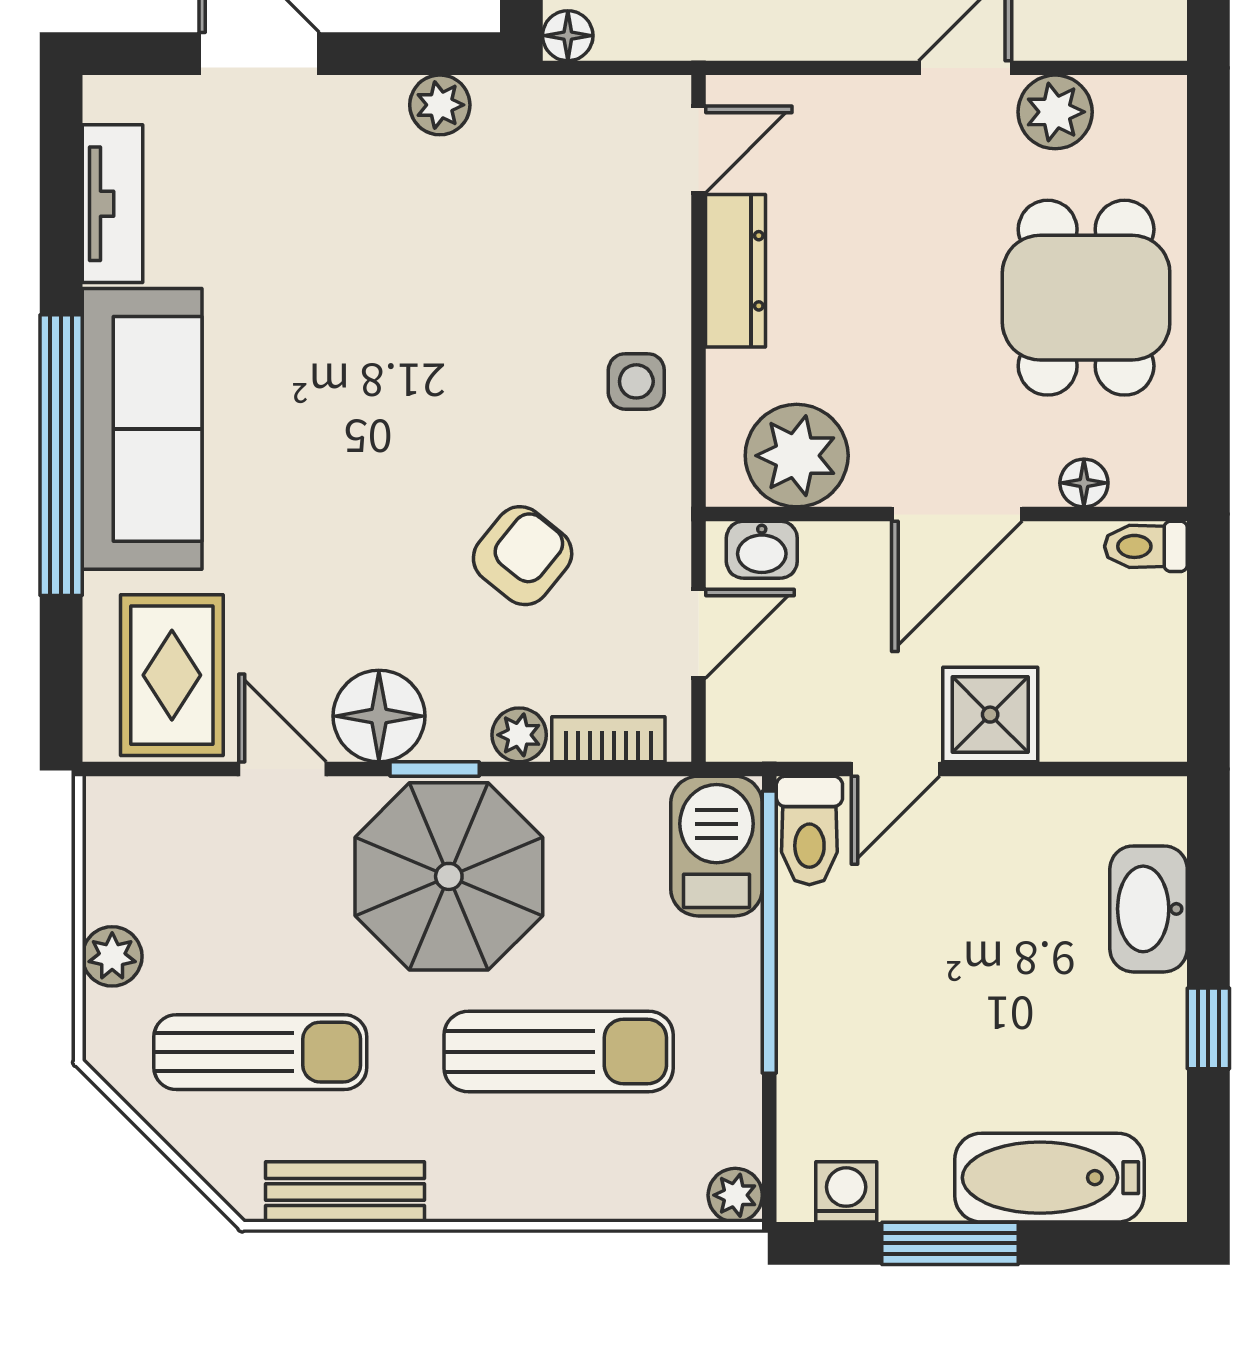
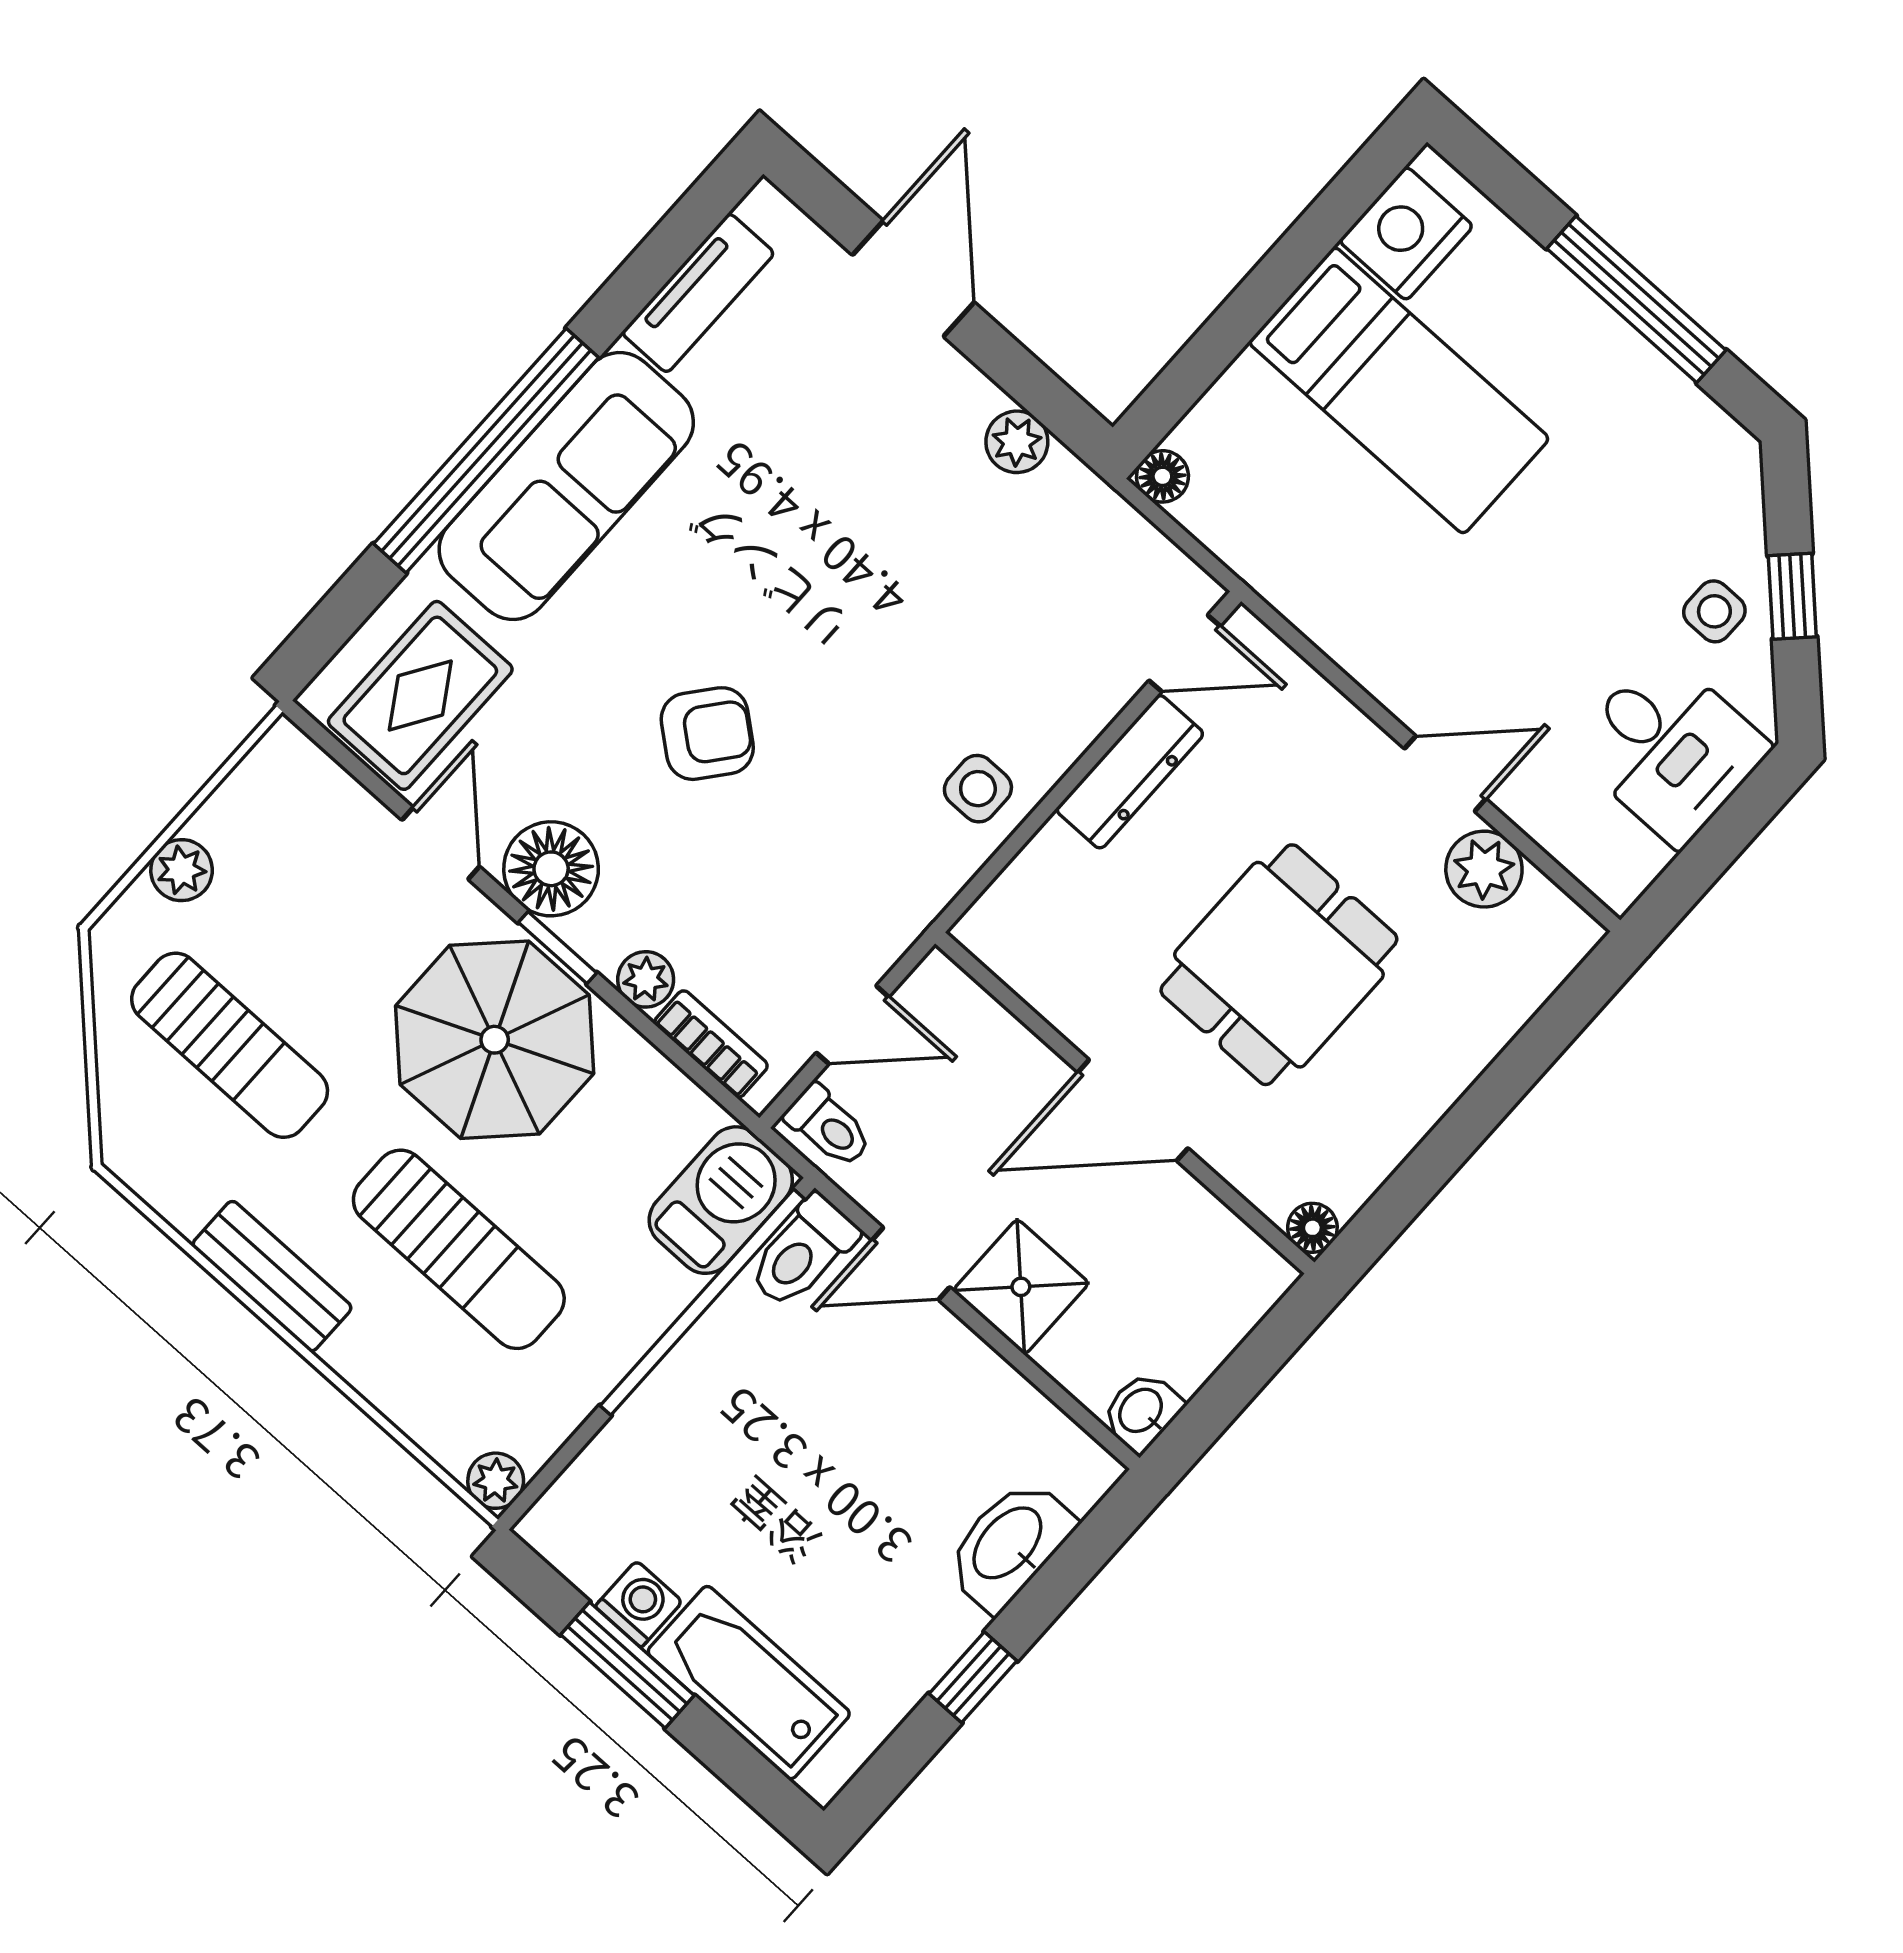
dining table: (1086, 298) -> (1279, 965), moved
plant: (797, 456) -> (1050, 955), removed
floor lamp: (1084, 483) -> (1312, 1228), moved
toilet: (1146, 546) -> (829, 1126), moved, turned 180
washbasin: (762, 550) -> (1142, 1412), moved, turned 90
armchair: (523, 556) -> (707, 734), moved
bench: (345, 1192) -> (272, 1276), moved
washing machine: (846, 1192) -> (639, 1604), moved

